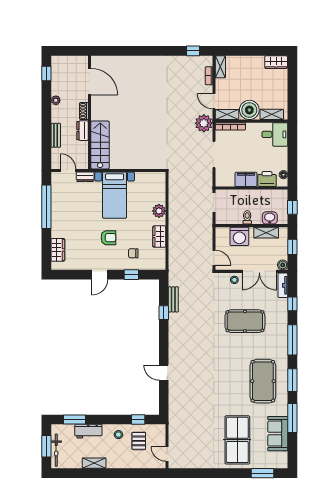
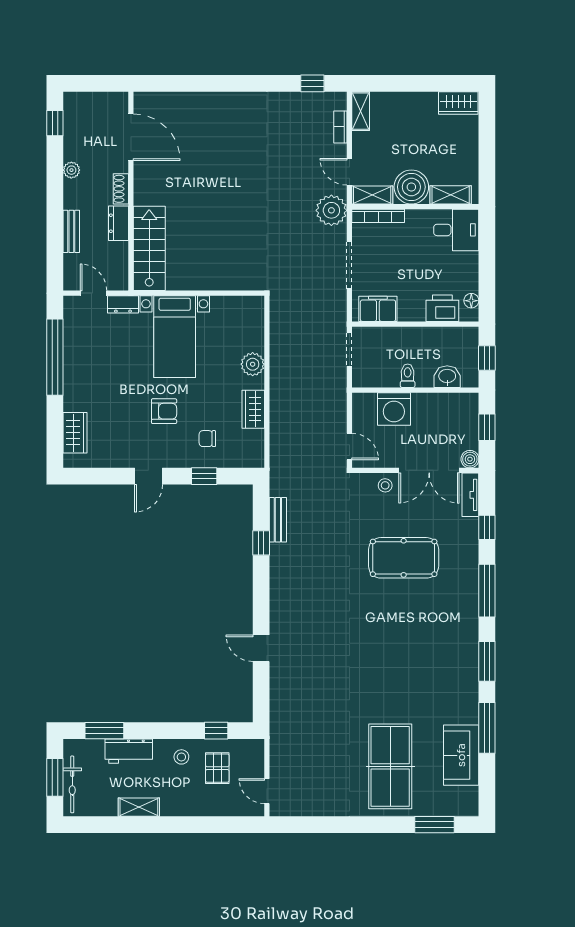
filing cabinet: (246, 179) -> (378, 309), moved
shelving: (266, 233) -> (441, 402), removed
pool table: (263, 381) -> (435, 663), removed

